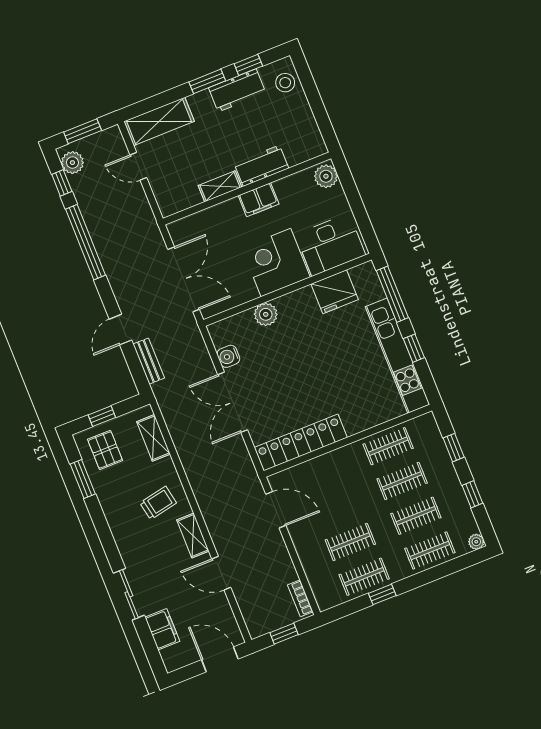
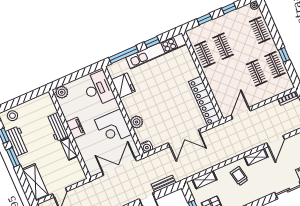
corner desk: (276, 263) -> (113, 127), moved
water cooler: (228, 356) -> (147, 147), moved
clothes rail: (416, 516) -> (241, 38), removed

